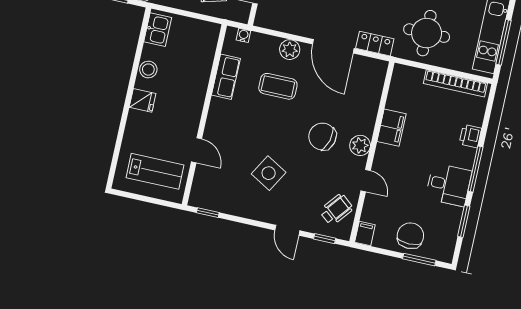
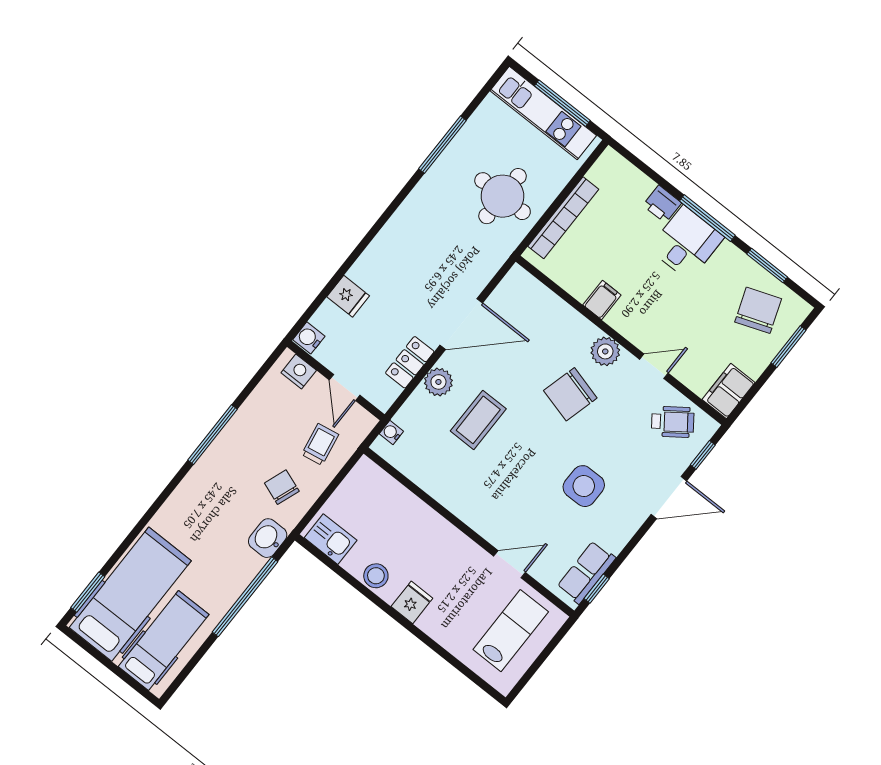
locker: (375, 44) -> (410, 362), moved
row of seats: (226, 77) -> (586, 572), moved, turned -90
bookcase: (455, 83) -> (563, 218), moved
filing cabinet: (392, 128) -> (602, 300), width x0.50
side table: (269, 173) -> (584, 486), turned -30
desk: (449, 185) -> (686, 243), moved
wheelchair: (336, 210) -> (673, 422), turned 105
door: (287, 230) -> (669, 498), width x1.38
filing cabinet: (365, 234) -> (729, 391), width x2.00
chair: (410, 236) -> (758, 310), moved, turned 70

